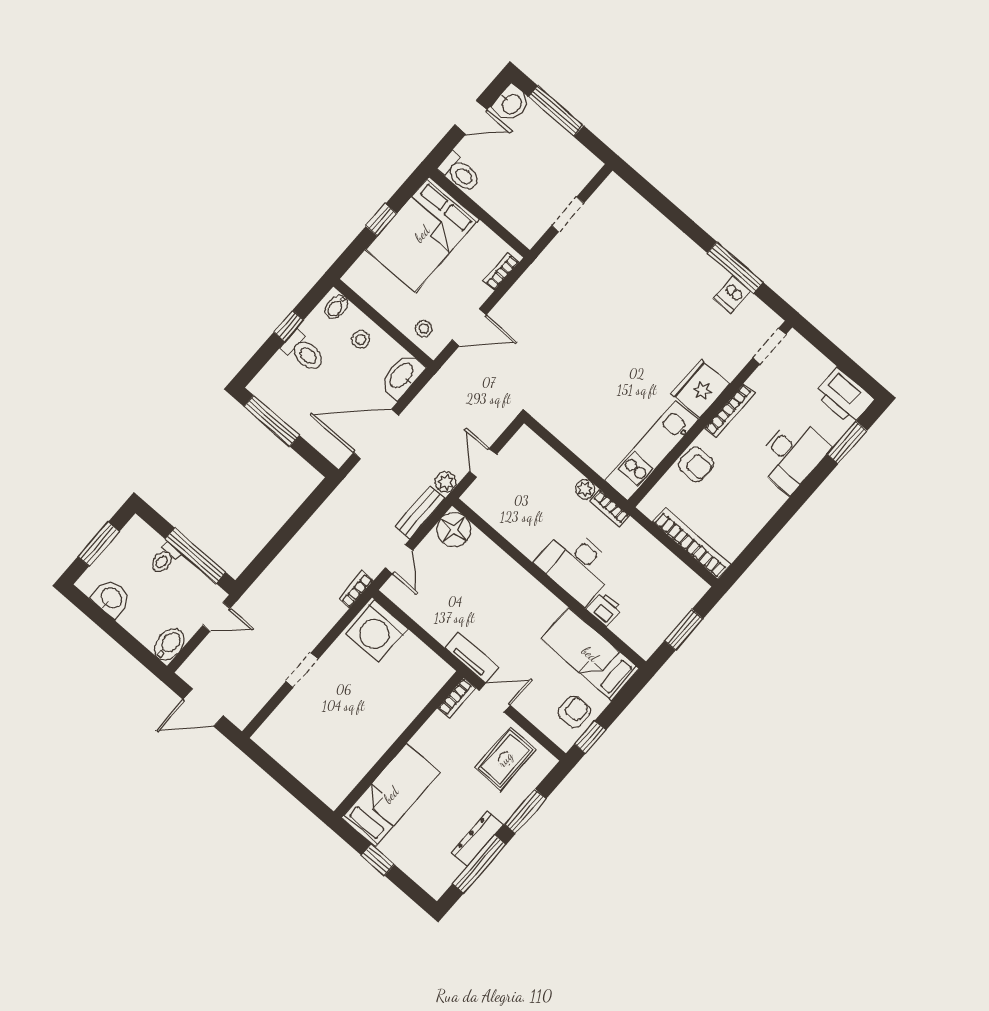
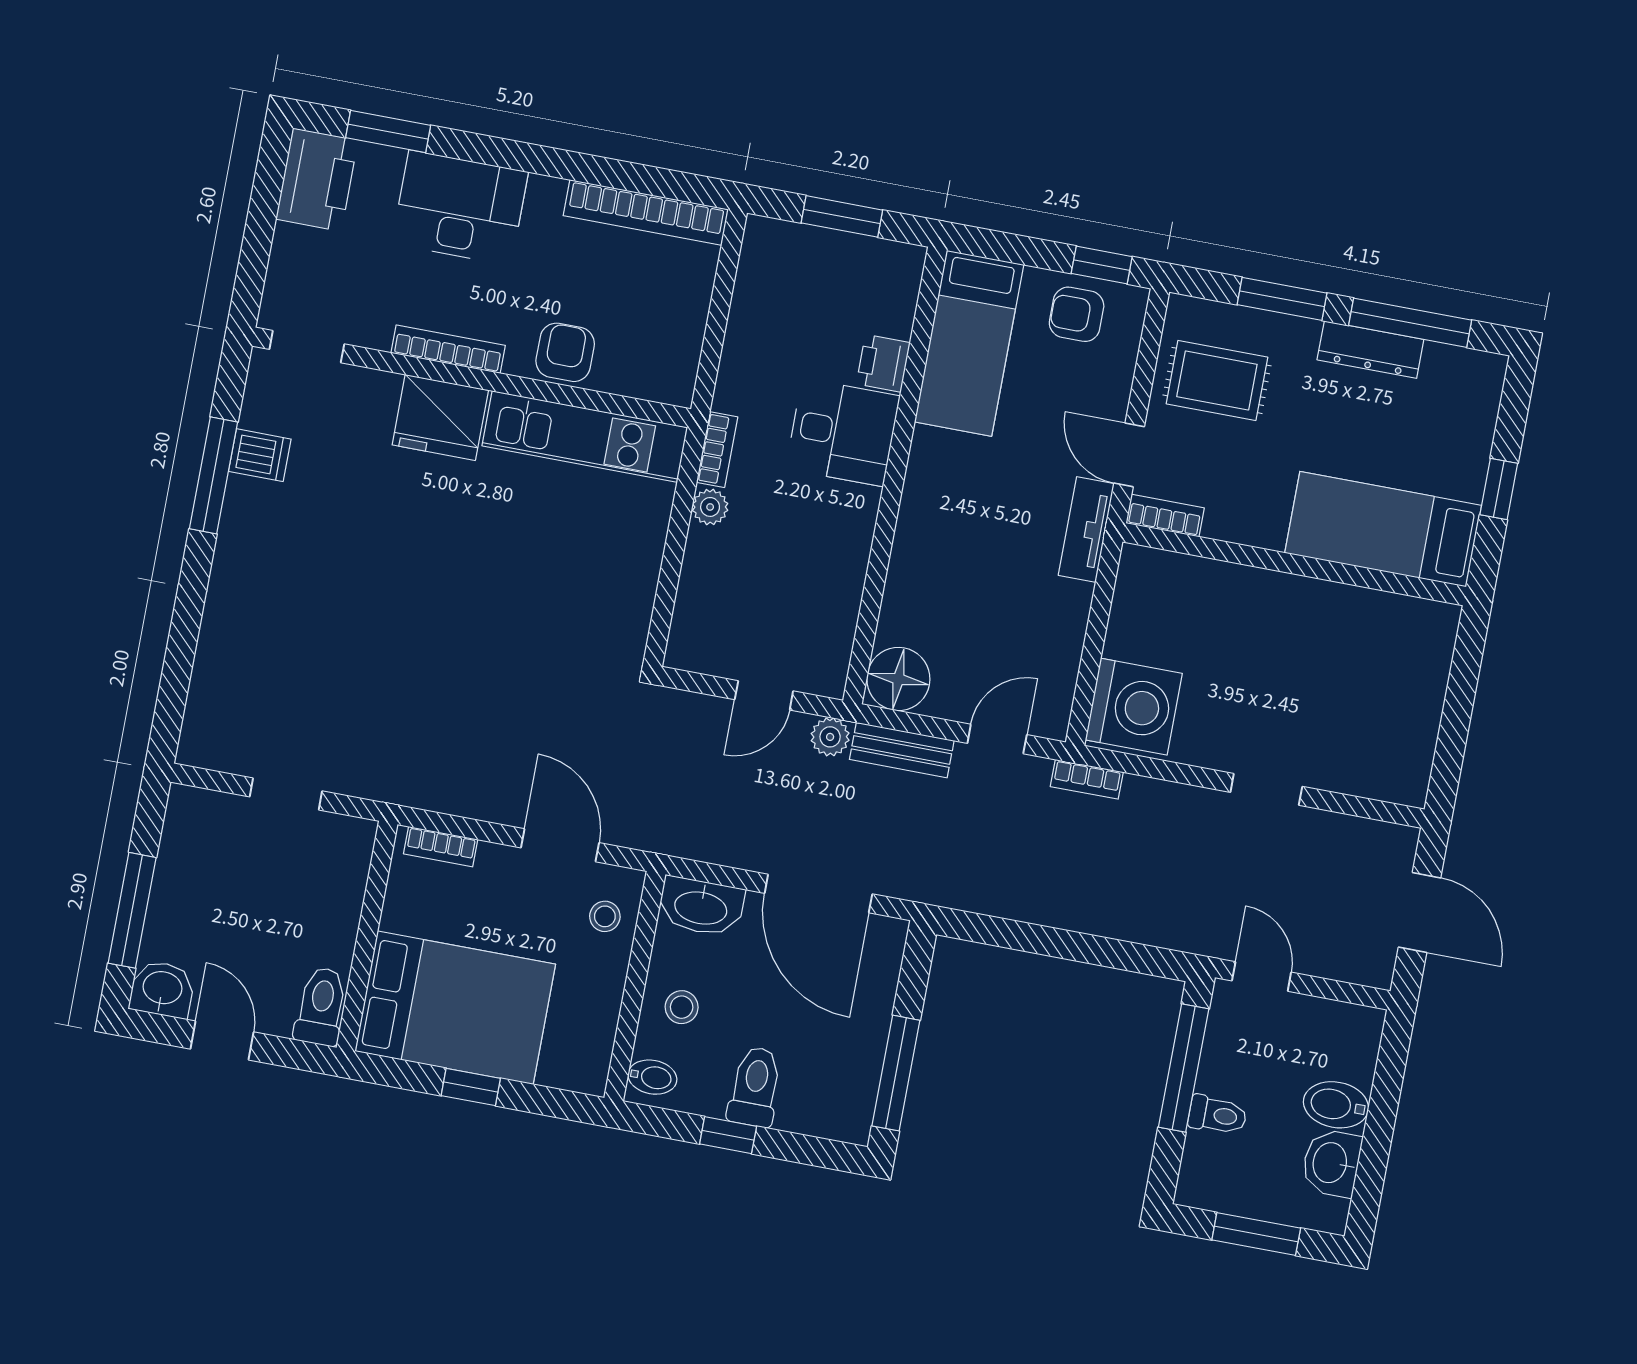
bookcase: (692, 543) -> (646, 213), moved, turned -90
desk: (576, 565) -> (843, 432), width x0.73
bidet: (169, 644) -> (1336, 1105), moved

